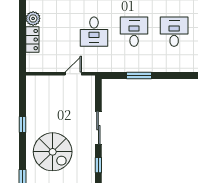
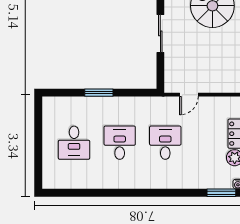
desk: (134, 32) -> (120, 143), turned 180
window: (139, 76) -> (99, 93), moved

